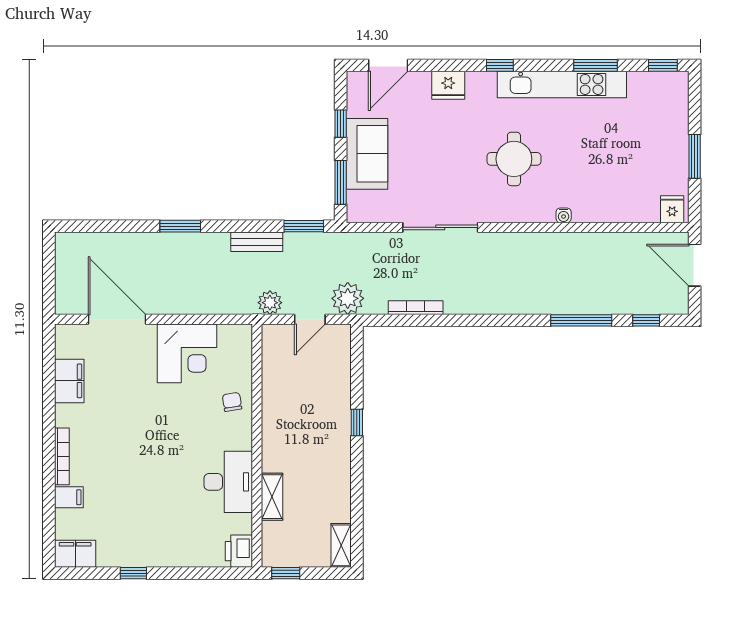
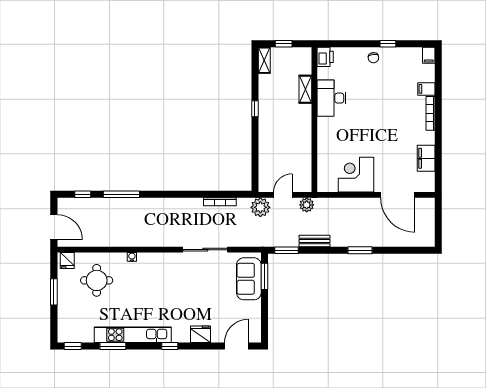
window: (341, 124) -> (265, 311), removed
sofa: (367, 154) -> (249, 279), moved
round table: (514, 159) -> (97, 280), moved
chair: (232, 402) -> (373, 58), moved
window: (357, 422) -> (255, 109), moved
filing cabinet: (75, 554) -> (429, 55), width x0.50
window: (286, 573) -> (284, 44), moved

